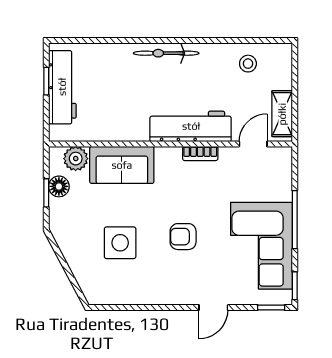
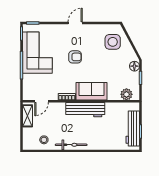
bicycle: (166, 53) -> (71, 145), moved
workbench: (191, 126) -> (85, 110), moved
sofa: (122, 165) -> (92, 91), moved
floor lamp: (59, 186) -> (134, 66), moved
side table: (120, 243) -> (113, 42), moved
door: (213, 307) -> (75, 23), moved

